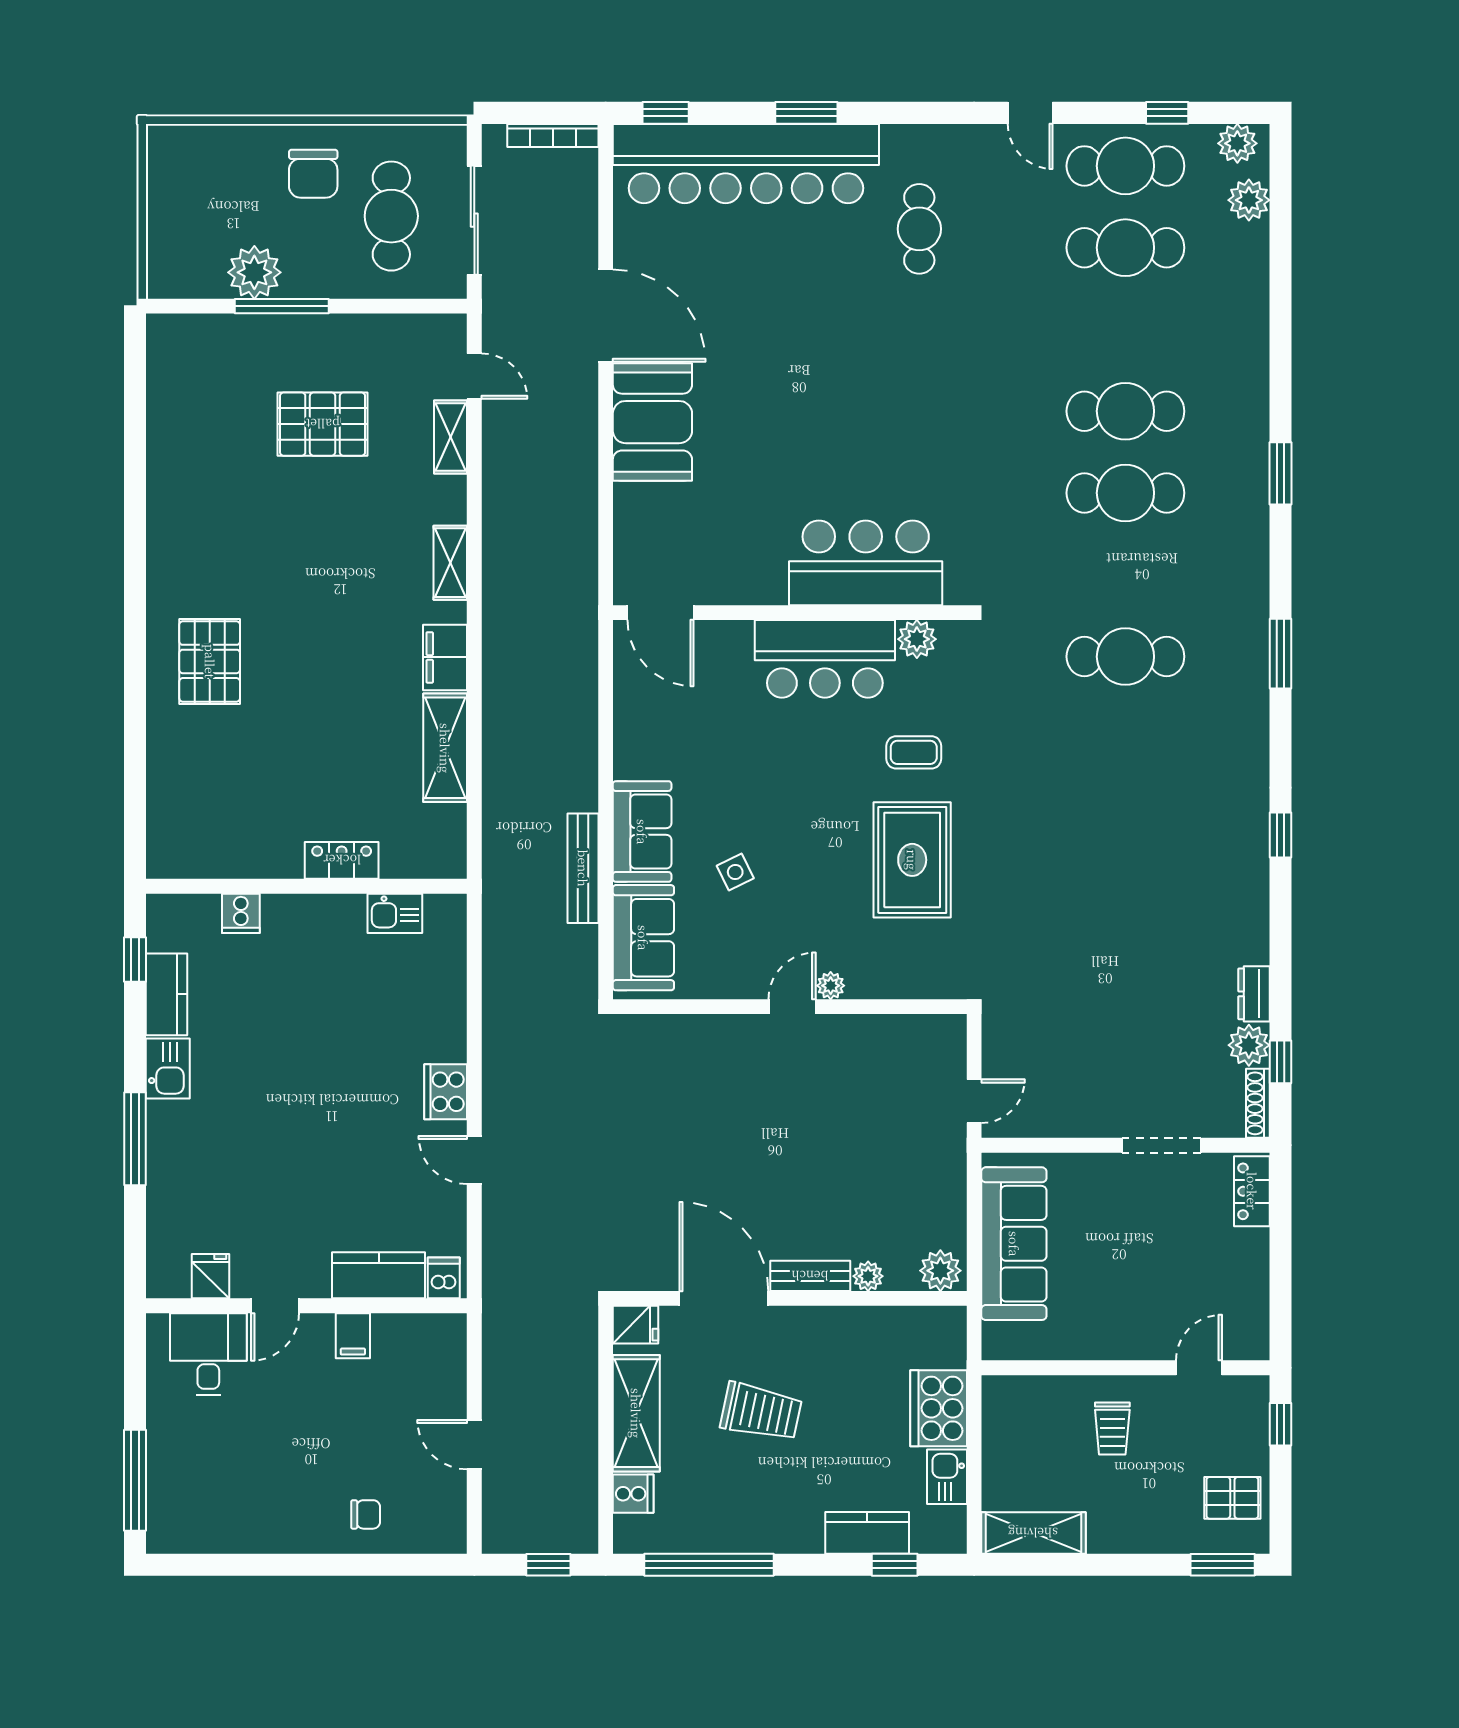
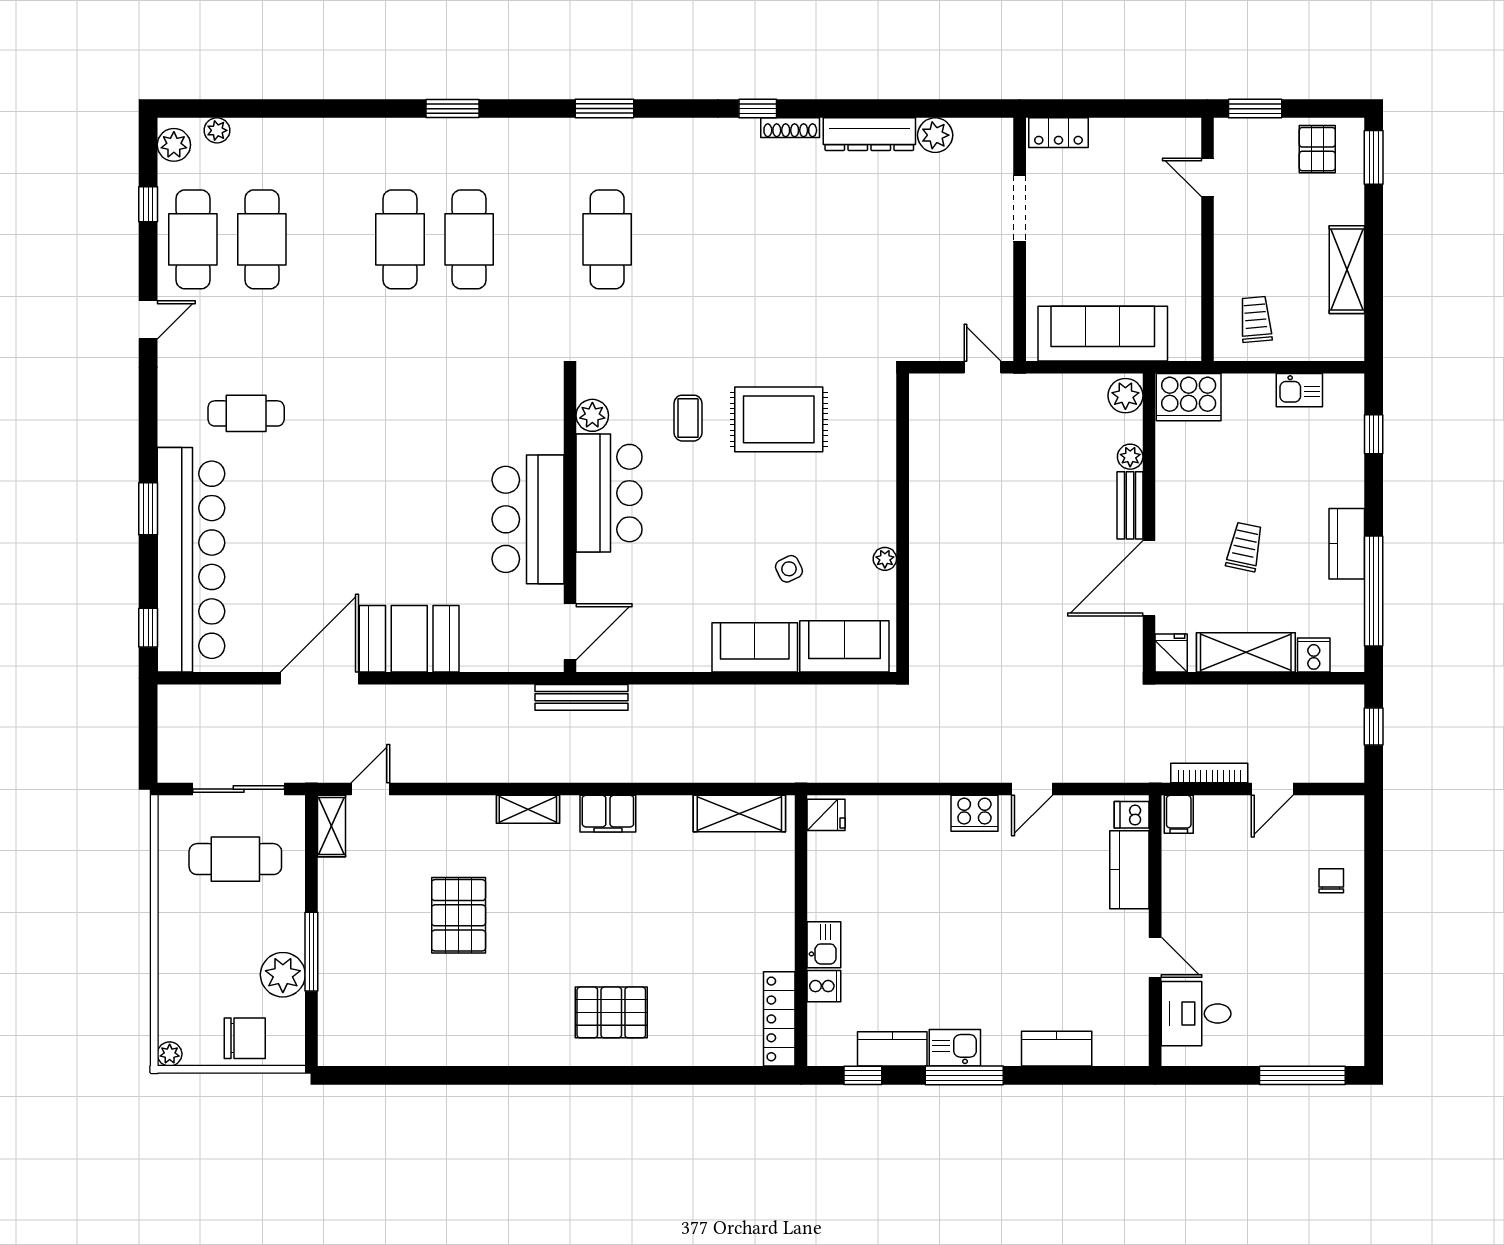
bookcase: (553, 135) -> (1209, 773), moved, turned -90
plant: (160, 138) -> (170, 1054), added
chair: (313, 174) -> (245, 1038), moved
plant: (1249, 200) -> (217, 130), width x0.73, depth x0.73
pallet: (323, 424) -> (459, 915), moved
shelving: (451, 437) -> (331, 826), moved, turned 90
bar counter: (866, 563) -> (528, 519), moved
shelving: (445, 748) -> (739, 814), moved
locker: (342, 860) -> (779, 1019), moved, width x1.53
bench: (583, 868) -> (581, 697), moved
kitchen sink: (395, 913) -> (824, 945), moved
plant: (831, 986) -> (885, 559), moved
dresser: (1254, 994) -> (869, 134), width x1.96, depth x1.24
door: (792, 1007) -> (903, 521), removed
window: (1280, 1062) -> (949, 109), removed
shoe rack: (1258, 1103) -> (790, 128), moved
window: (135, 1139) -> (964, 1075), moved
kitchen counter: (167, 1189) -> (1057, 1049), added
fridge: (211, 1276) -> (826, 815), moved, turned 180
filing cabinet: (353, 1336) -> (1179, 814), moved, turned 90
cooker: (939, 1408) -> (1189, 397), moved
trolley: (761, 1412) -> (1245, 547), width x0.73, depth x0.72
window: (1280, 1424) -> (1255, 109), width x1.50
trolley: (1112, 1428) -> (1256, 319), moved, turned -95
kitchen counter: (867, 1533) -> (1347, 544), moved
shelving: (1033, 1533) -> (1347, 270), moved

